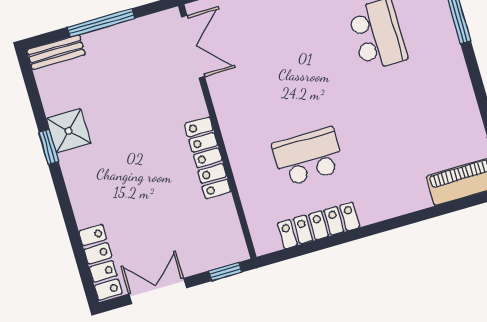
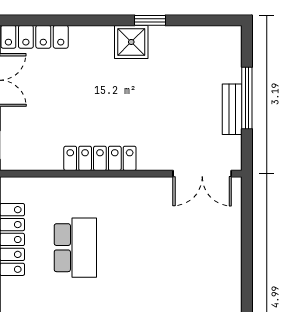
bench: (56, 52) -> (232, 109), moved
shower: (69, 131) -> (131, 42), moved

